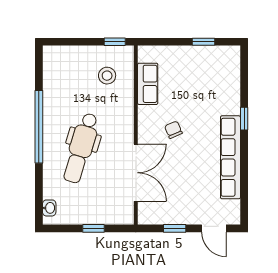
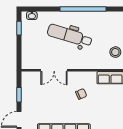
double door: (136, 173) -> (54, 70), width x0.73
window: (93, 228) -> (19, 28), moved

